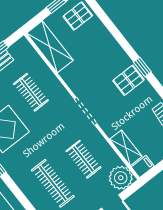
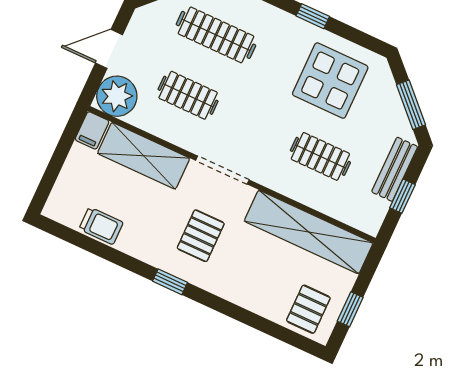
shelving: (50, 47) -> (309, 232), width x1.47
pallet: (128, 80) -> (201, 236), moved
shelving: (126, 148) -> (144, 156), width x1.50, depth x1.33

